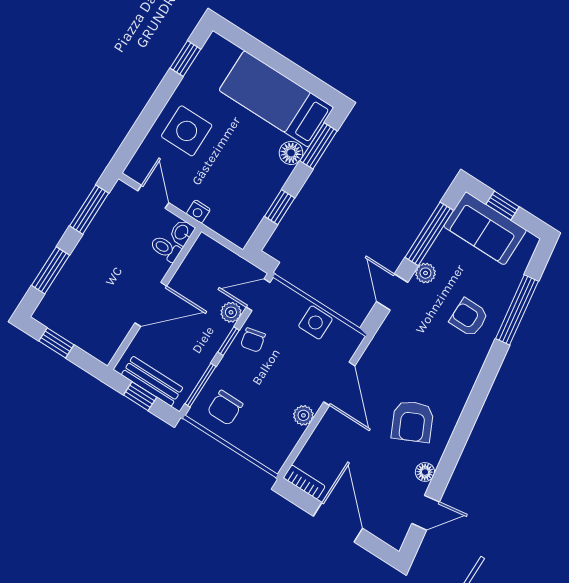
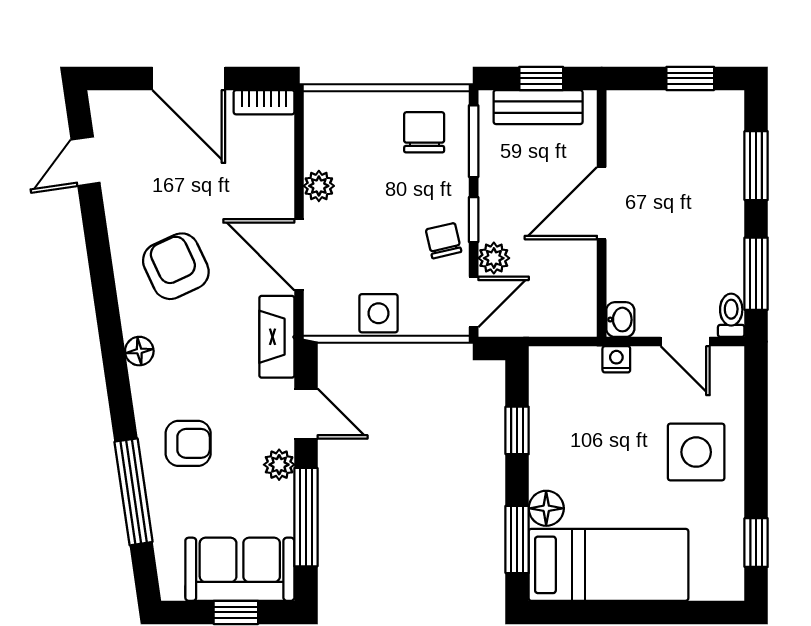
toilet: (166, 249) -> (731, 315), moved, turned -90
fireplace: (381, 346) -> (277, 337), added
floor lamp: (425, 472) -> (139, 351), moved

